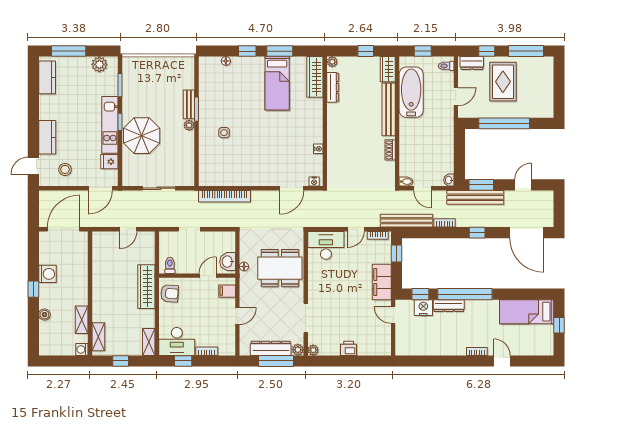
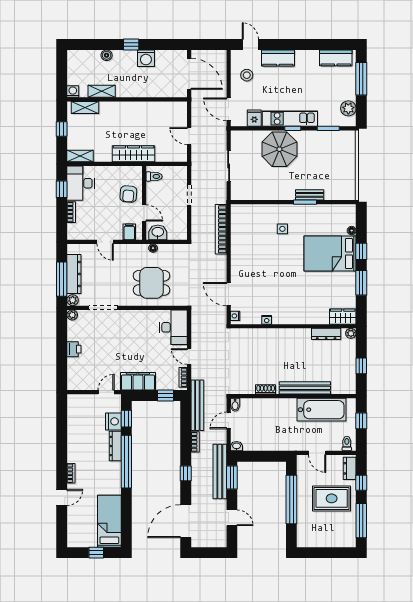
wardrobe: (388, 69) -> (344, 387), removed
wardrobe: (315, 77) -> (343, 317), width x0.67
bed: (277, 83) -> (330, 253), moved, width x1.50
plant: (189, 125) -> (290, 195), removed
dining table: (280, 268) -> (152, 283), width x0.73
armchair: (170, 293) -> (128, 194), moved

